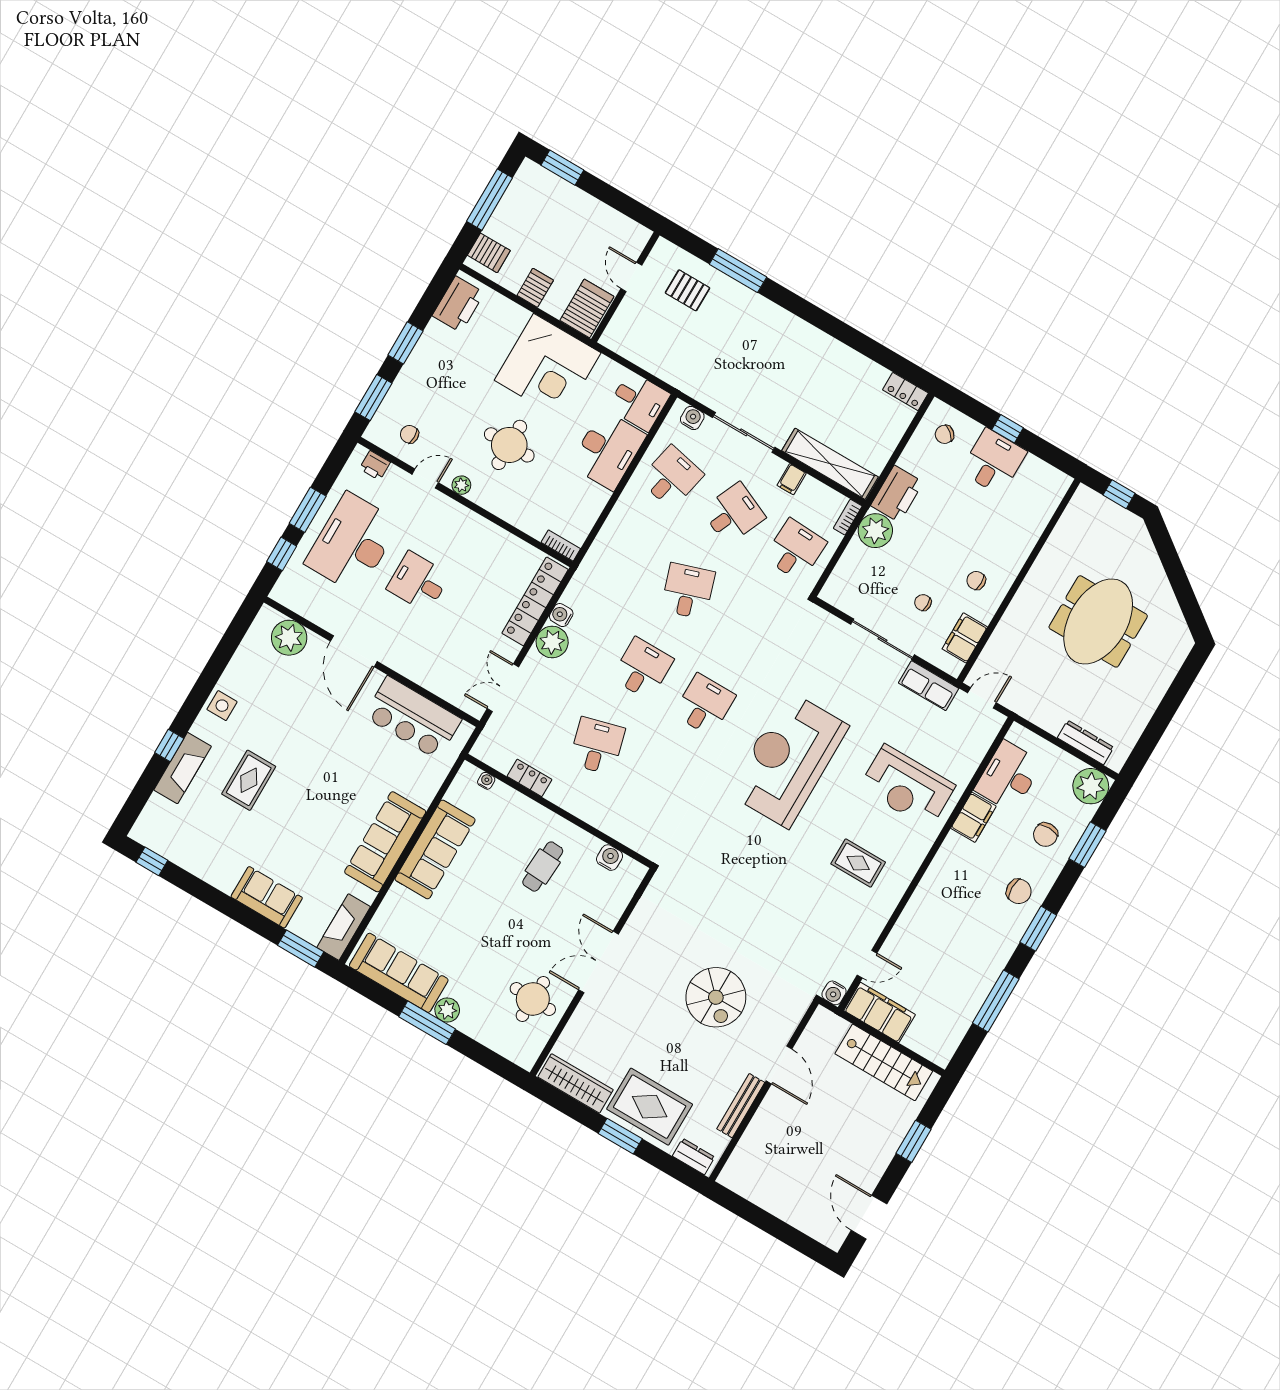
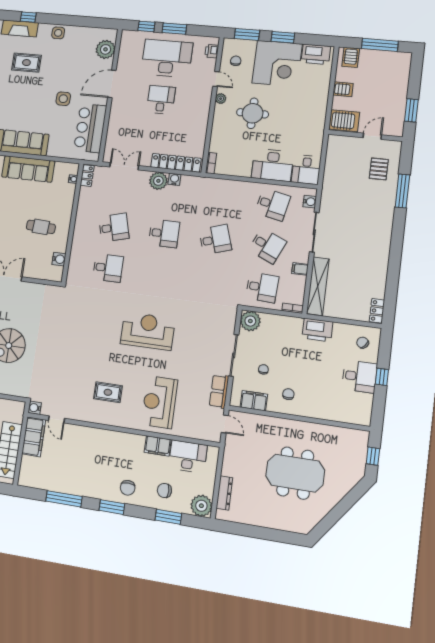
window: (562, 168) -> (411, 110), moved
corner desk: (548, 367) -> (277, 63), moved, turned -90
plant: (875, 531) -> (250, 321), moved
desk: (704, 705) -> (108, 268), moved
side table: (341, 743) -> (63, 99), added
reception desk: (788, 759) -> (148, 331), width x0.74, depth x0.77
locker: (529, 778) -> (87, 175), moved
rug: (858, 863) -> (108, 392), turned 90

